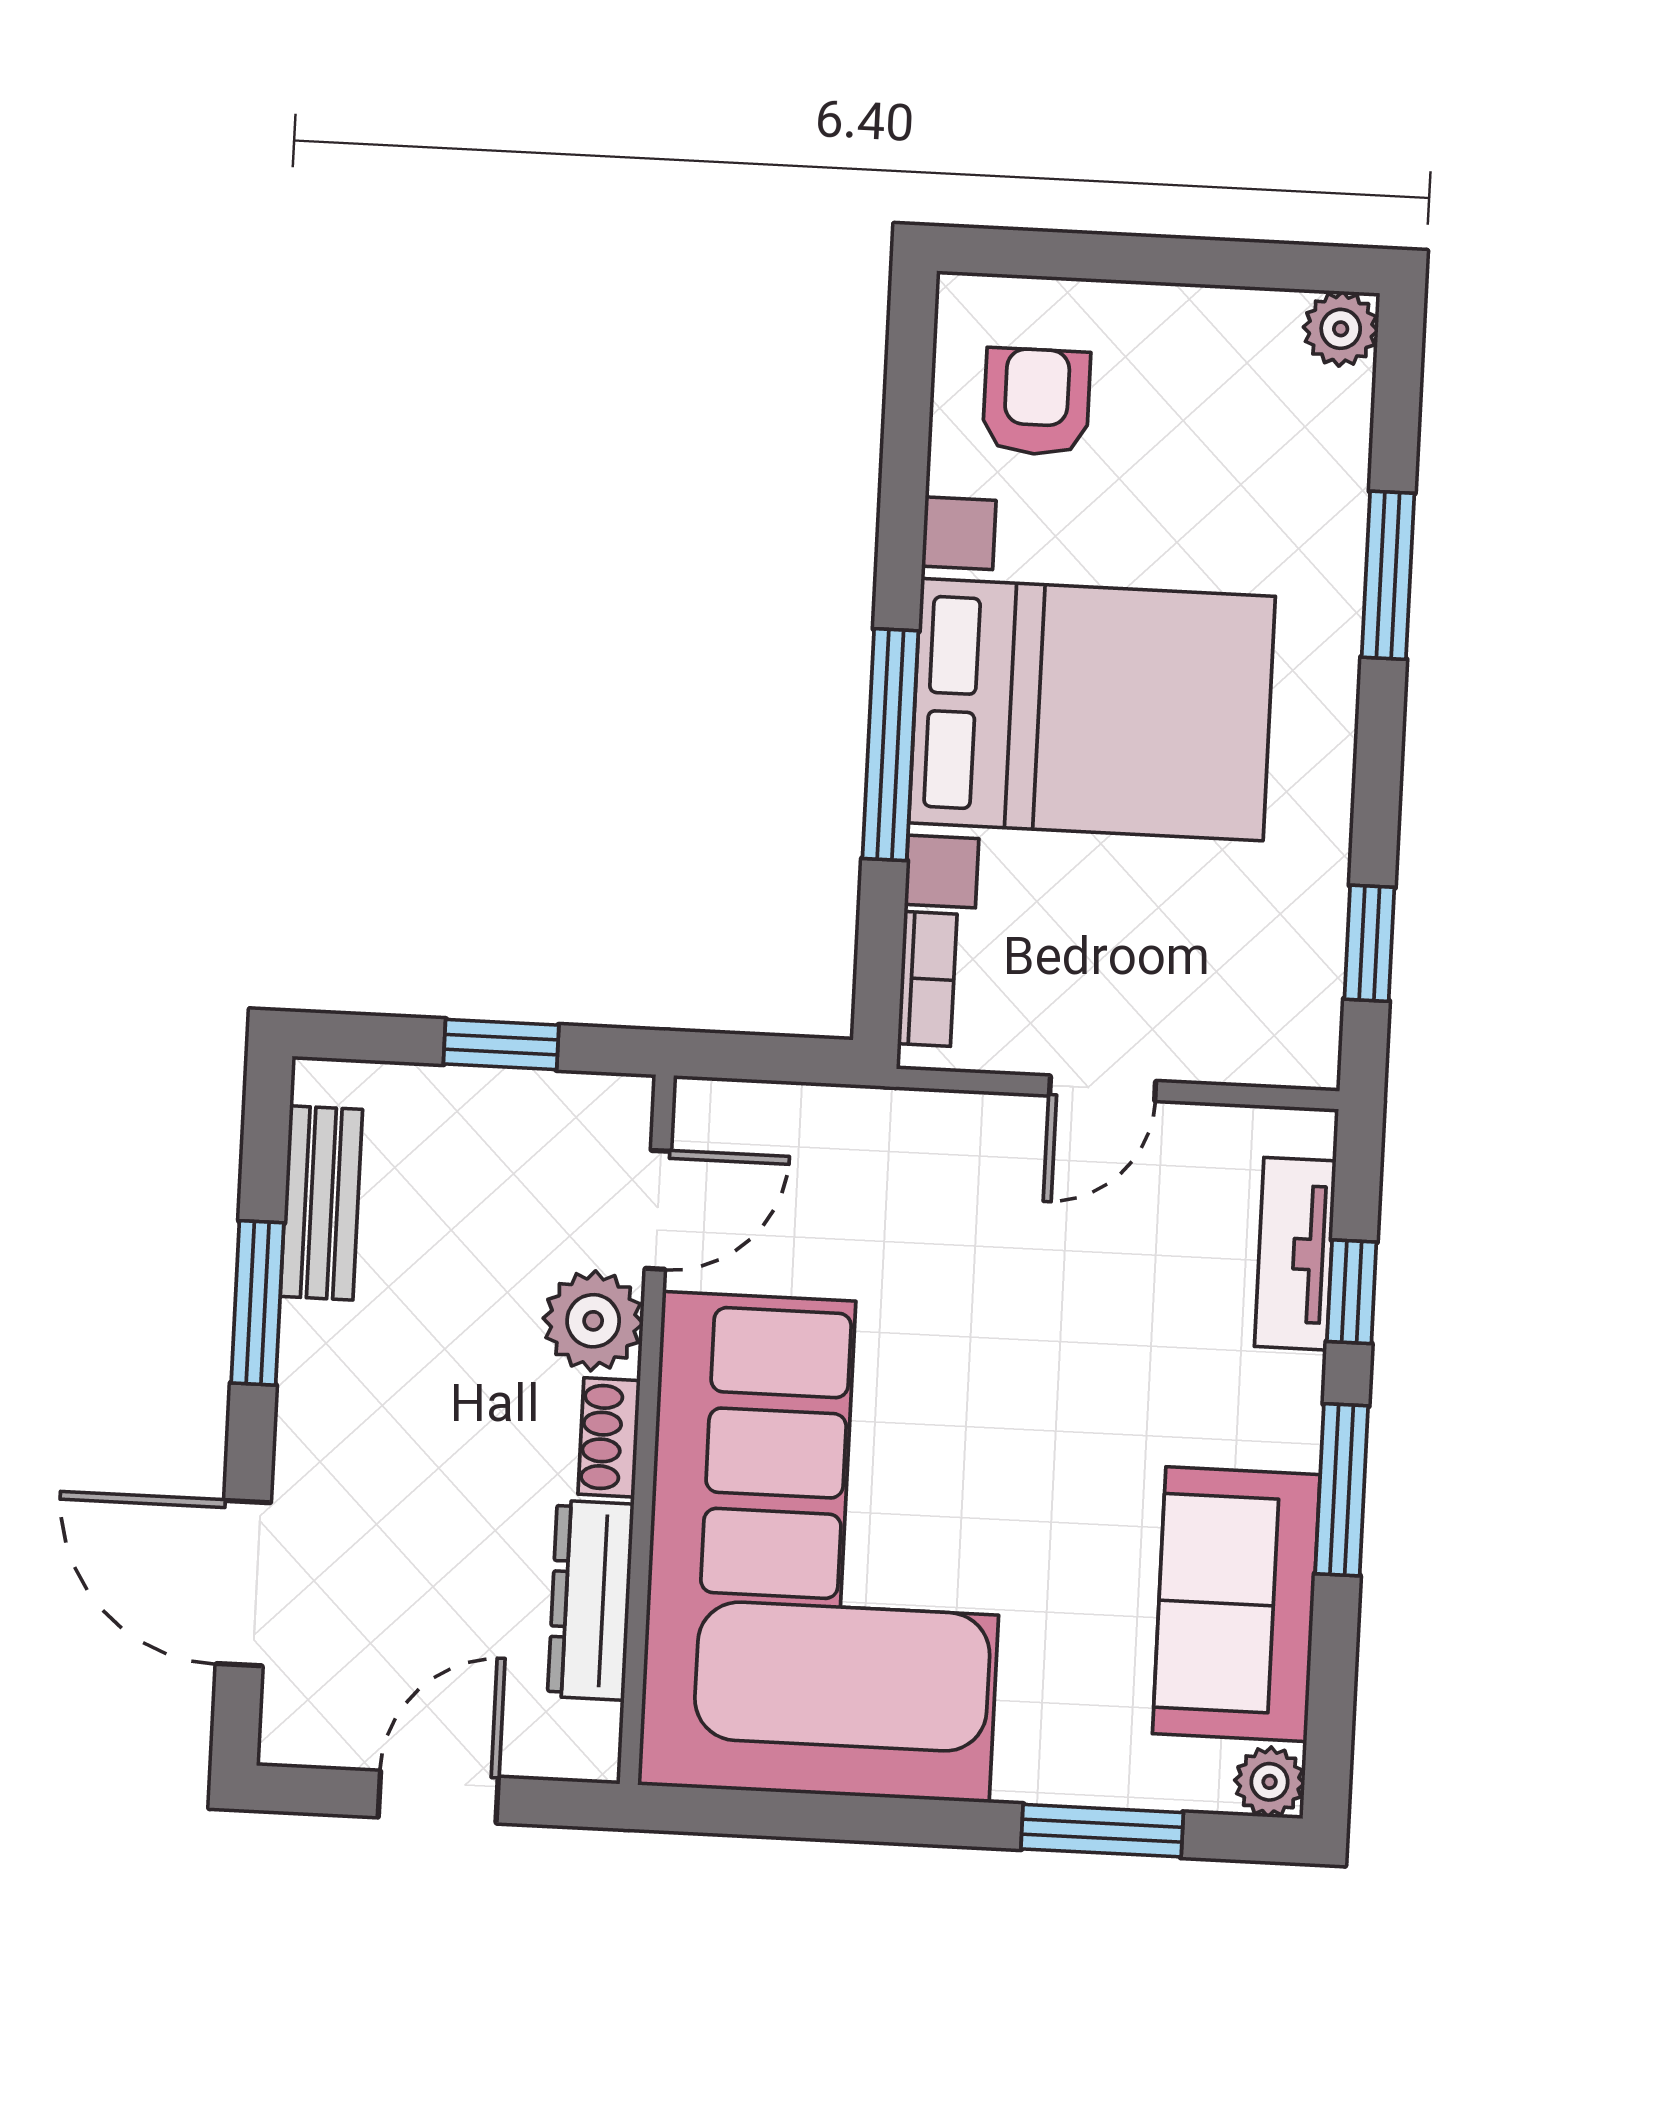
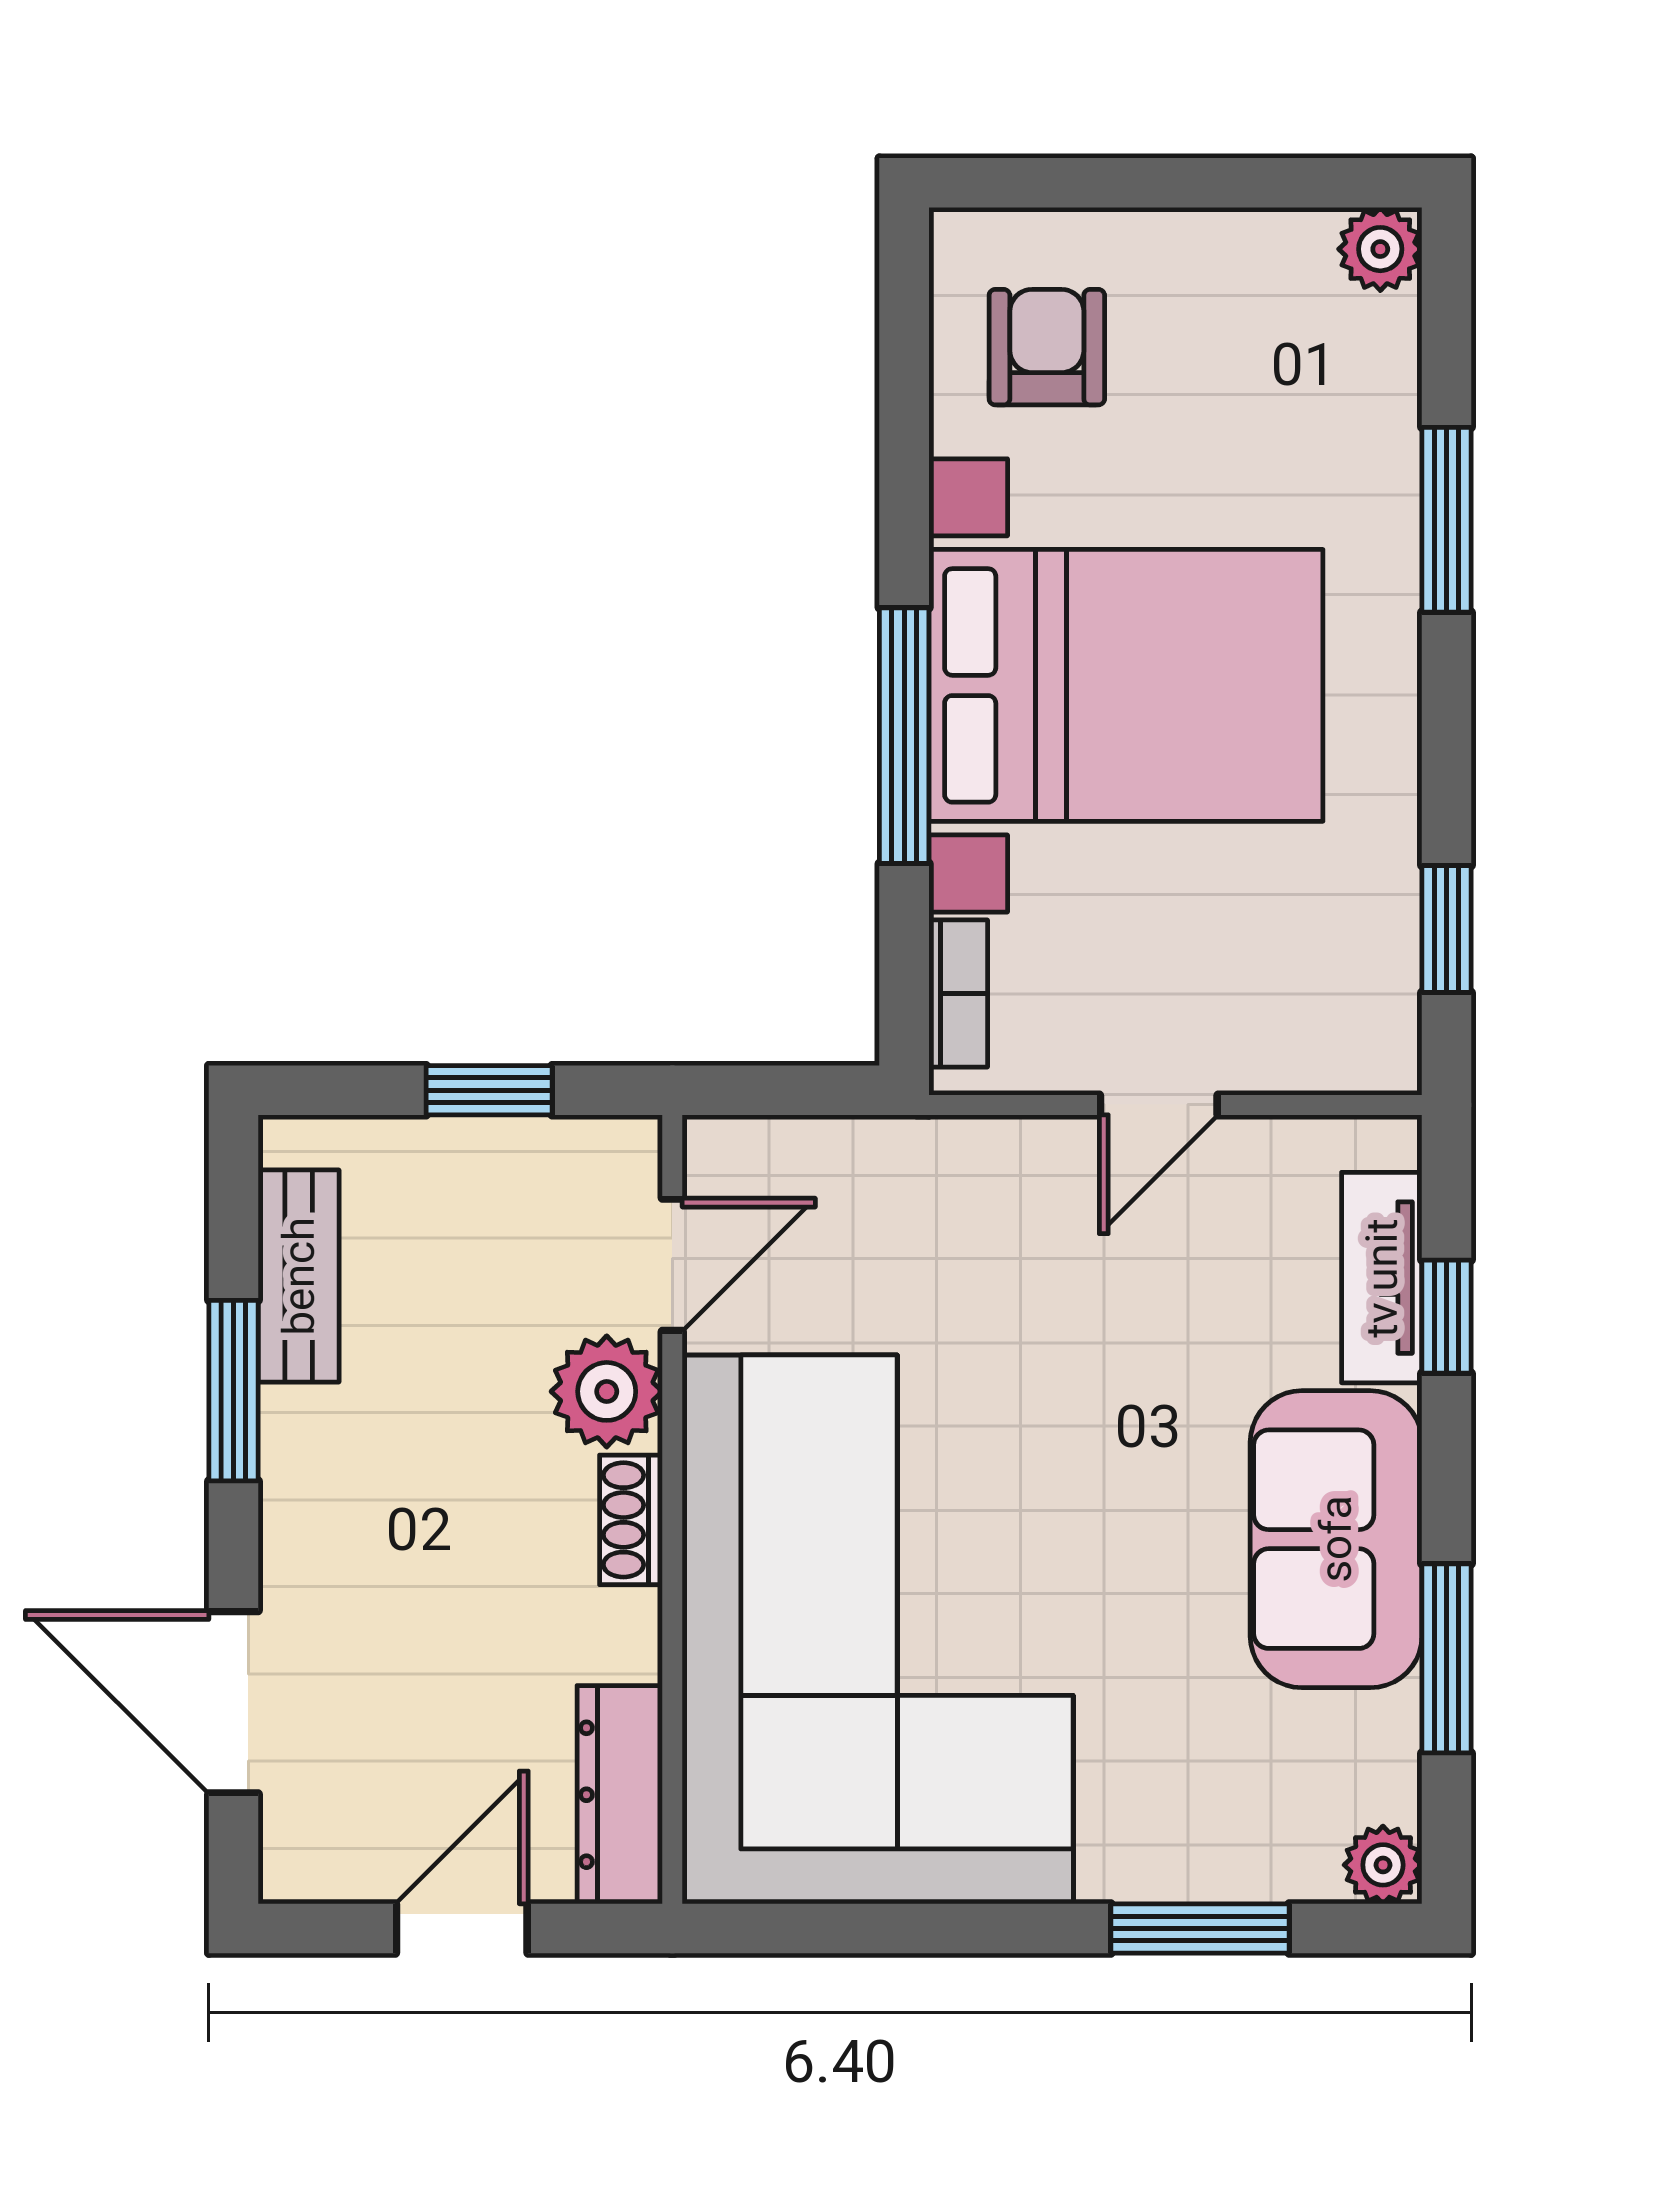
window: (1342, 1490) -> (1447, 1658), moved
dresser: (591, 1600) -> (620, 1795), moved
sofa: (1236, 1604) -> (1336, 1539), moved

